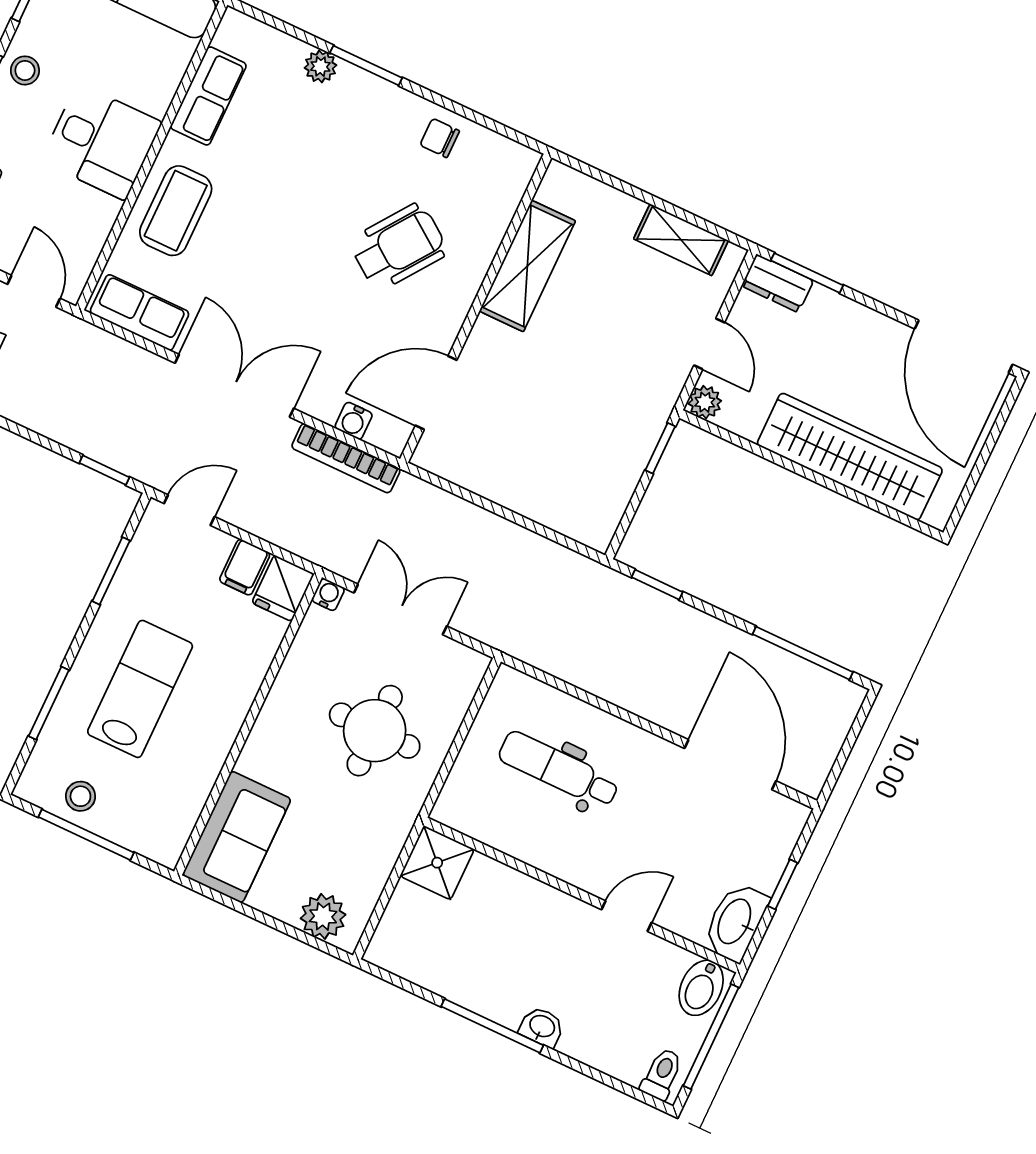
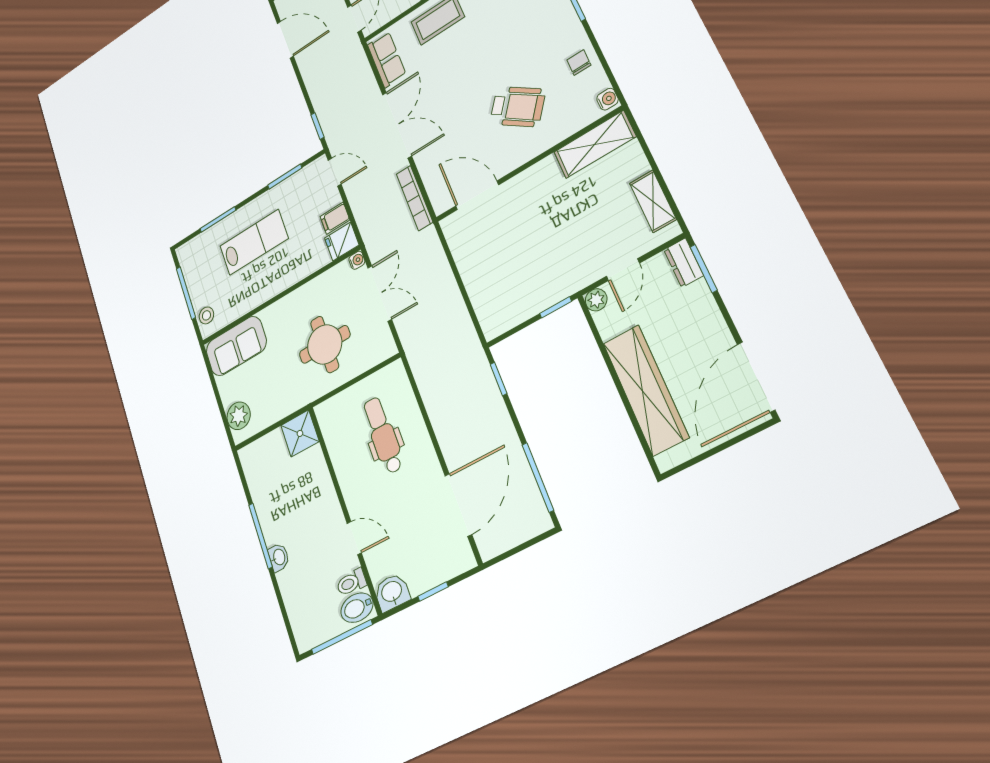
shelving: (527, 266) -> (595, 144), moved
water cooler: (354, 421) -> (607, 99), moved, turned 180
stool: (80, 796) -> (206, 315), moved
washbasin: (735, 922) -> (392, 592), width x0.72
toilet: (662, 1074) -> (351, 583), moved, turned 180

